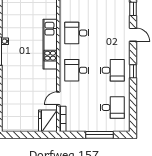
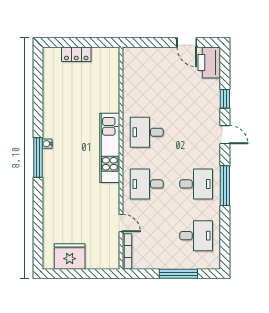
window: (133, 71) -> (225, 186), width x2.17
door: (58, 98) -> (121, 223), swing flipped
fridge: (48, 121) -> (70, 256), moved, turned 90

